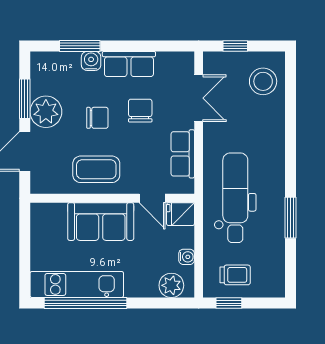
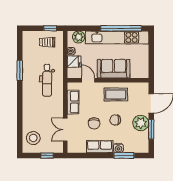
dental chair: (235, 198) -> (47, 80), width x0.73, depth x0.72
fridge: (180, 214) -> (74, 62), moved
kitchen unit: (77, 284) -> (117, 37), width x1.36

